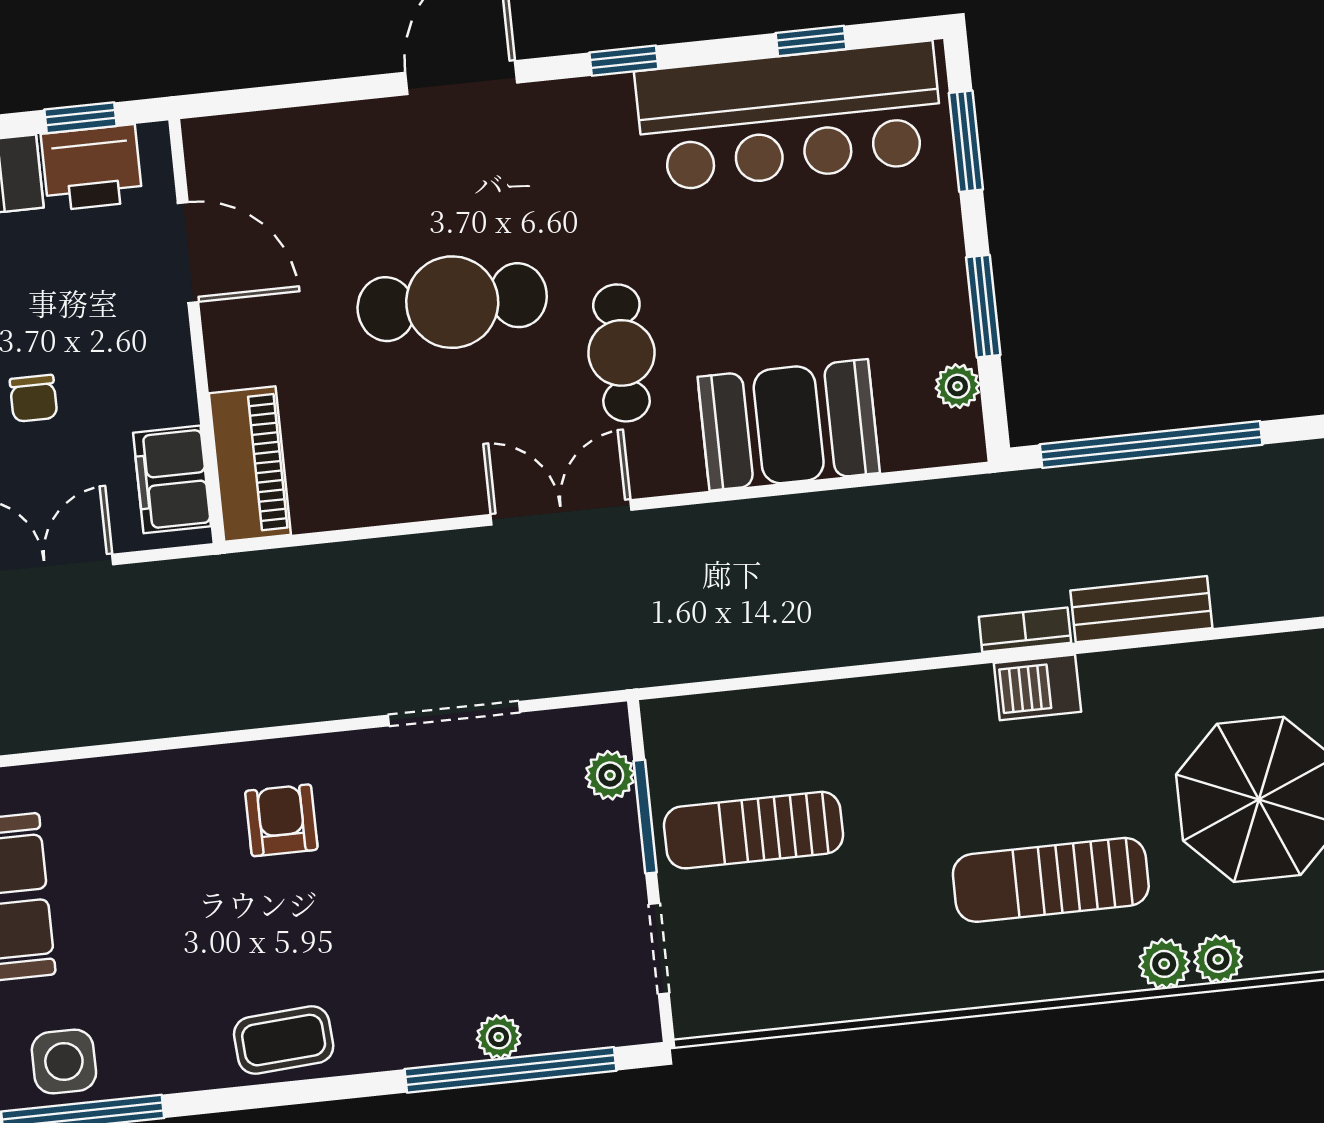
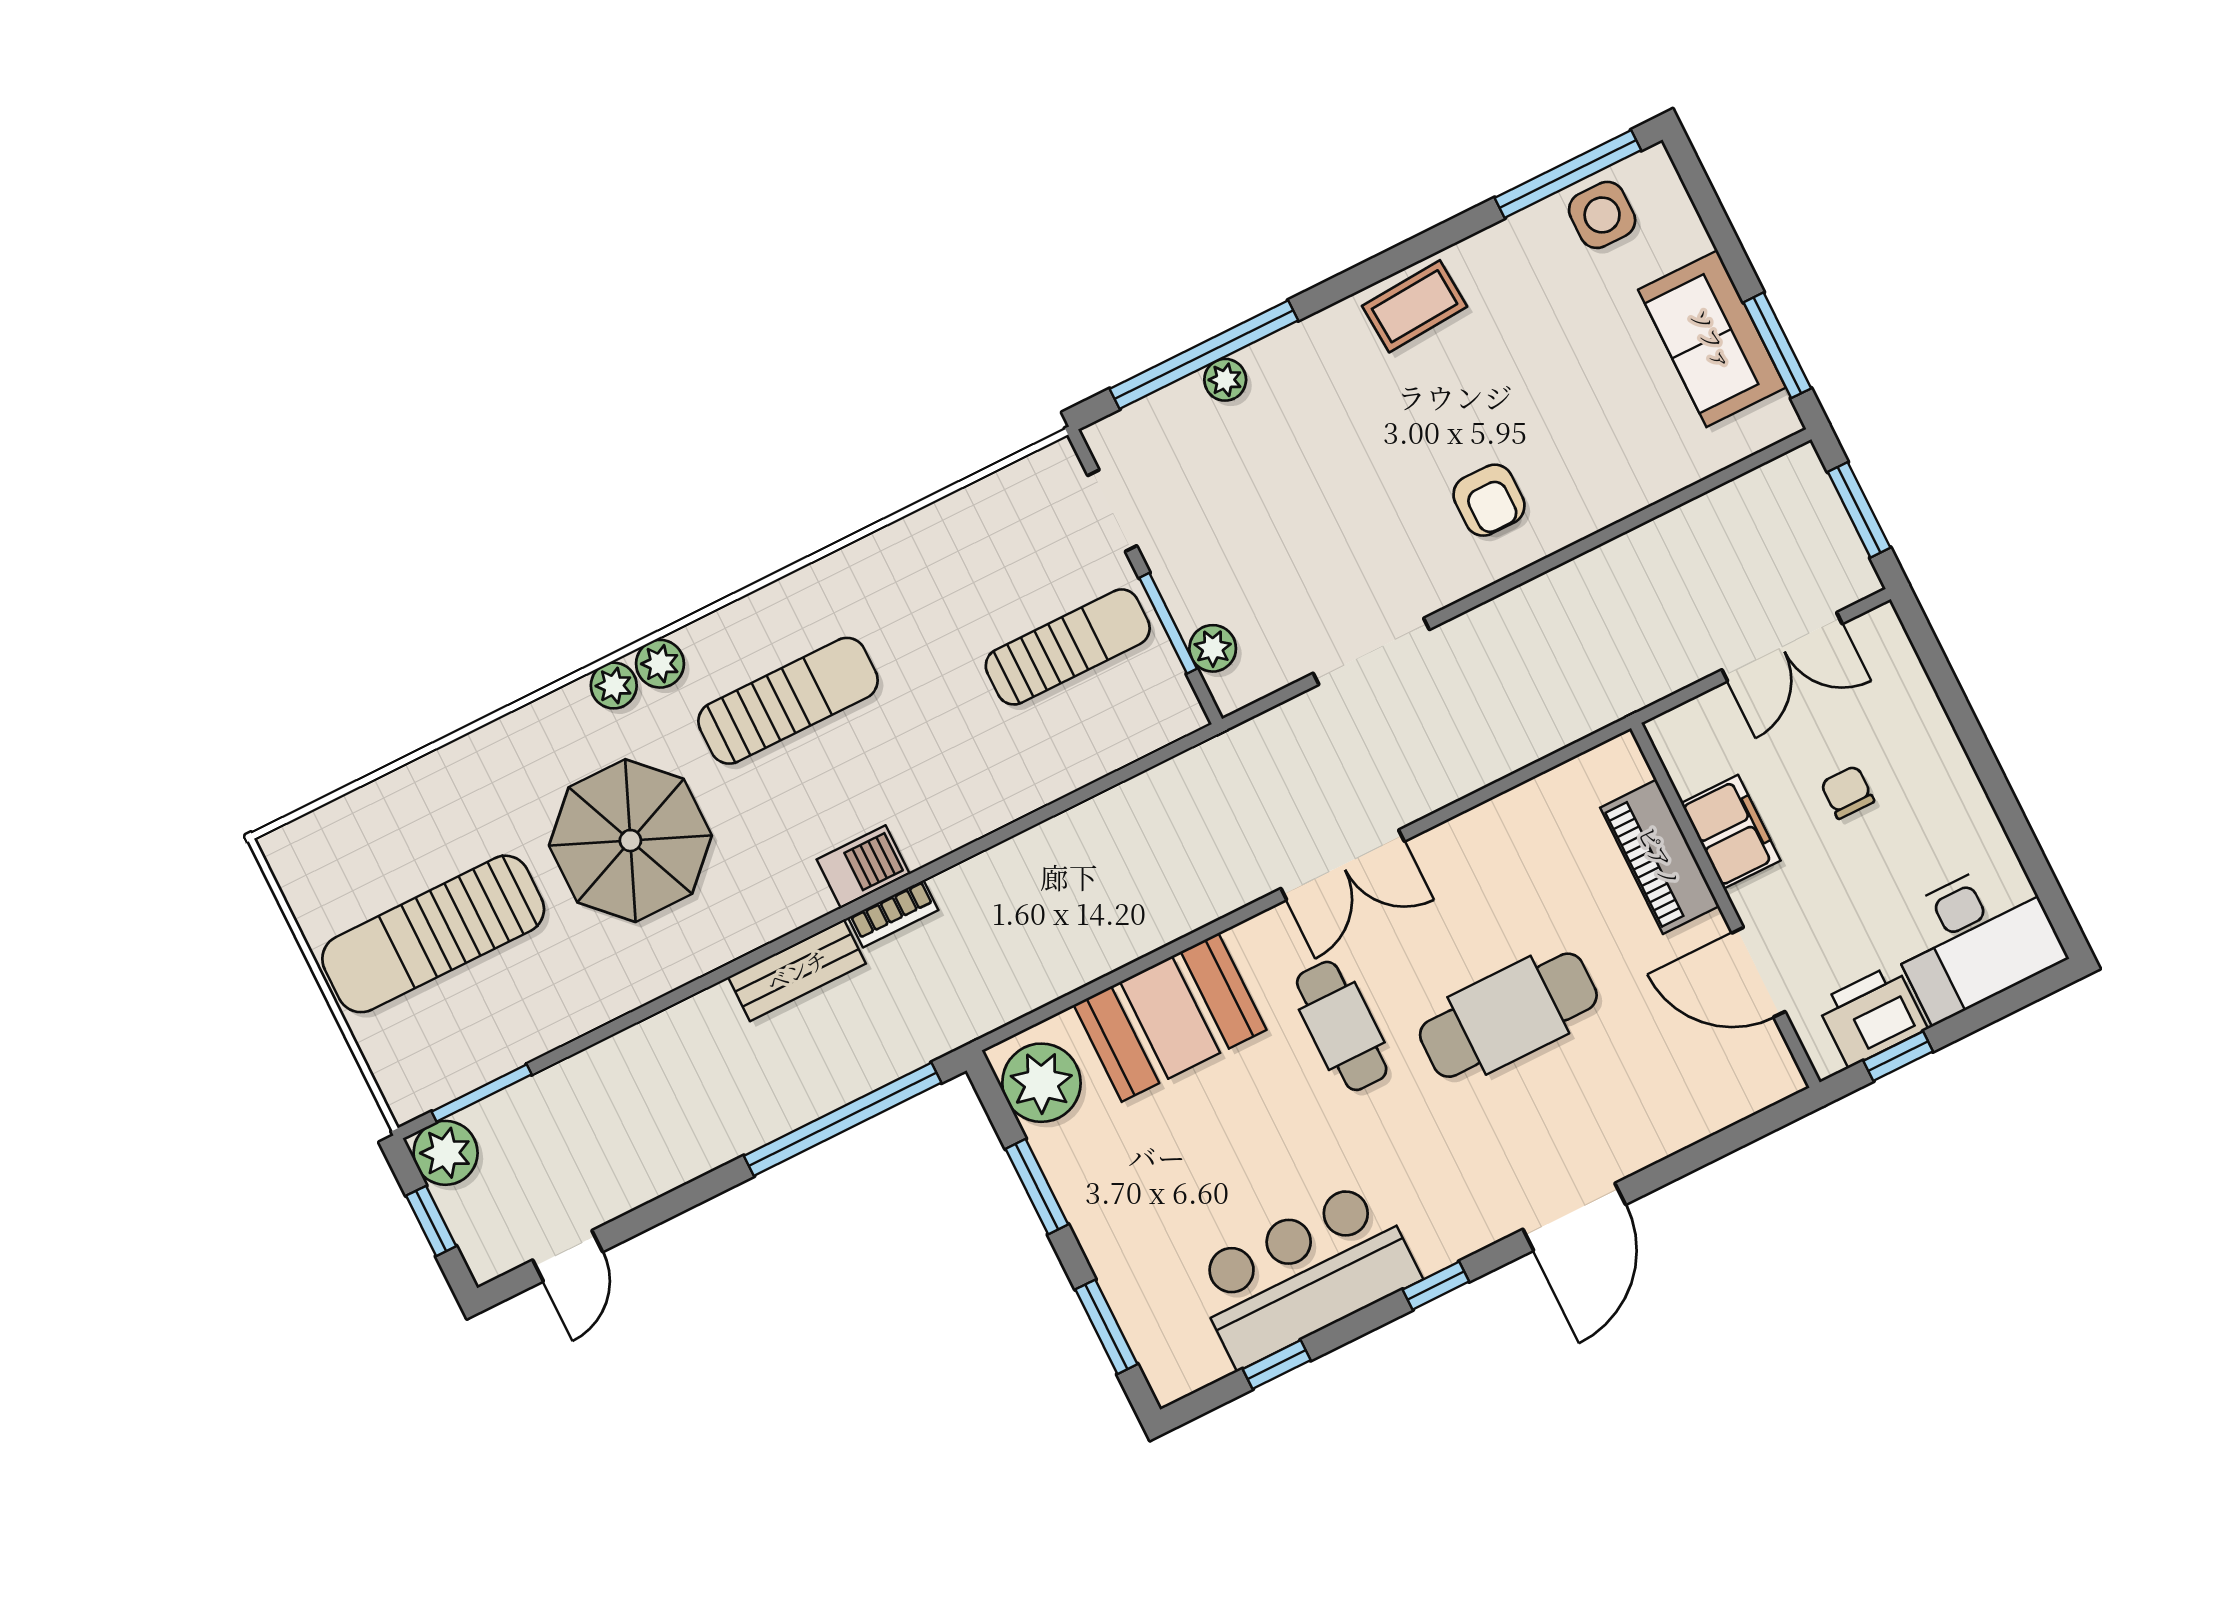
bar counter: (790, 117) -> (1305, 1274), width x0.73
plant: (958, 386) -> (1041, 1083), width x1.87, depth x1.87
piano: (250, 464) -> (1660, 857), moved
filing cabinet: (172, 479) -> (1731, 832), moved

